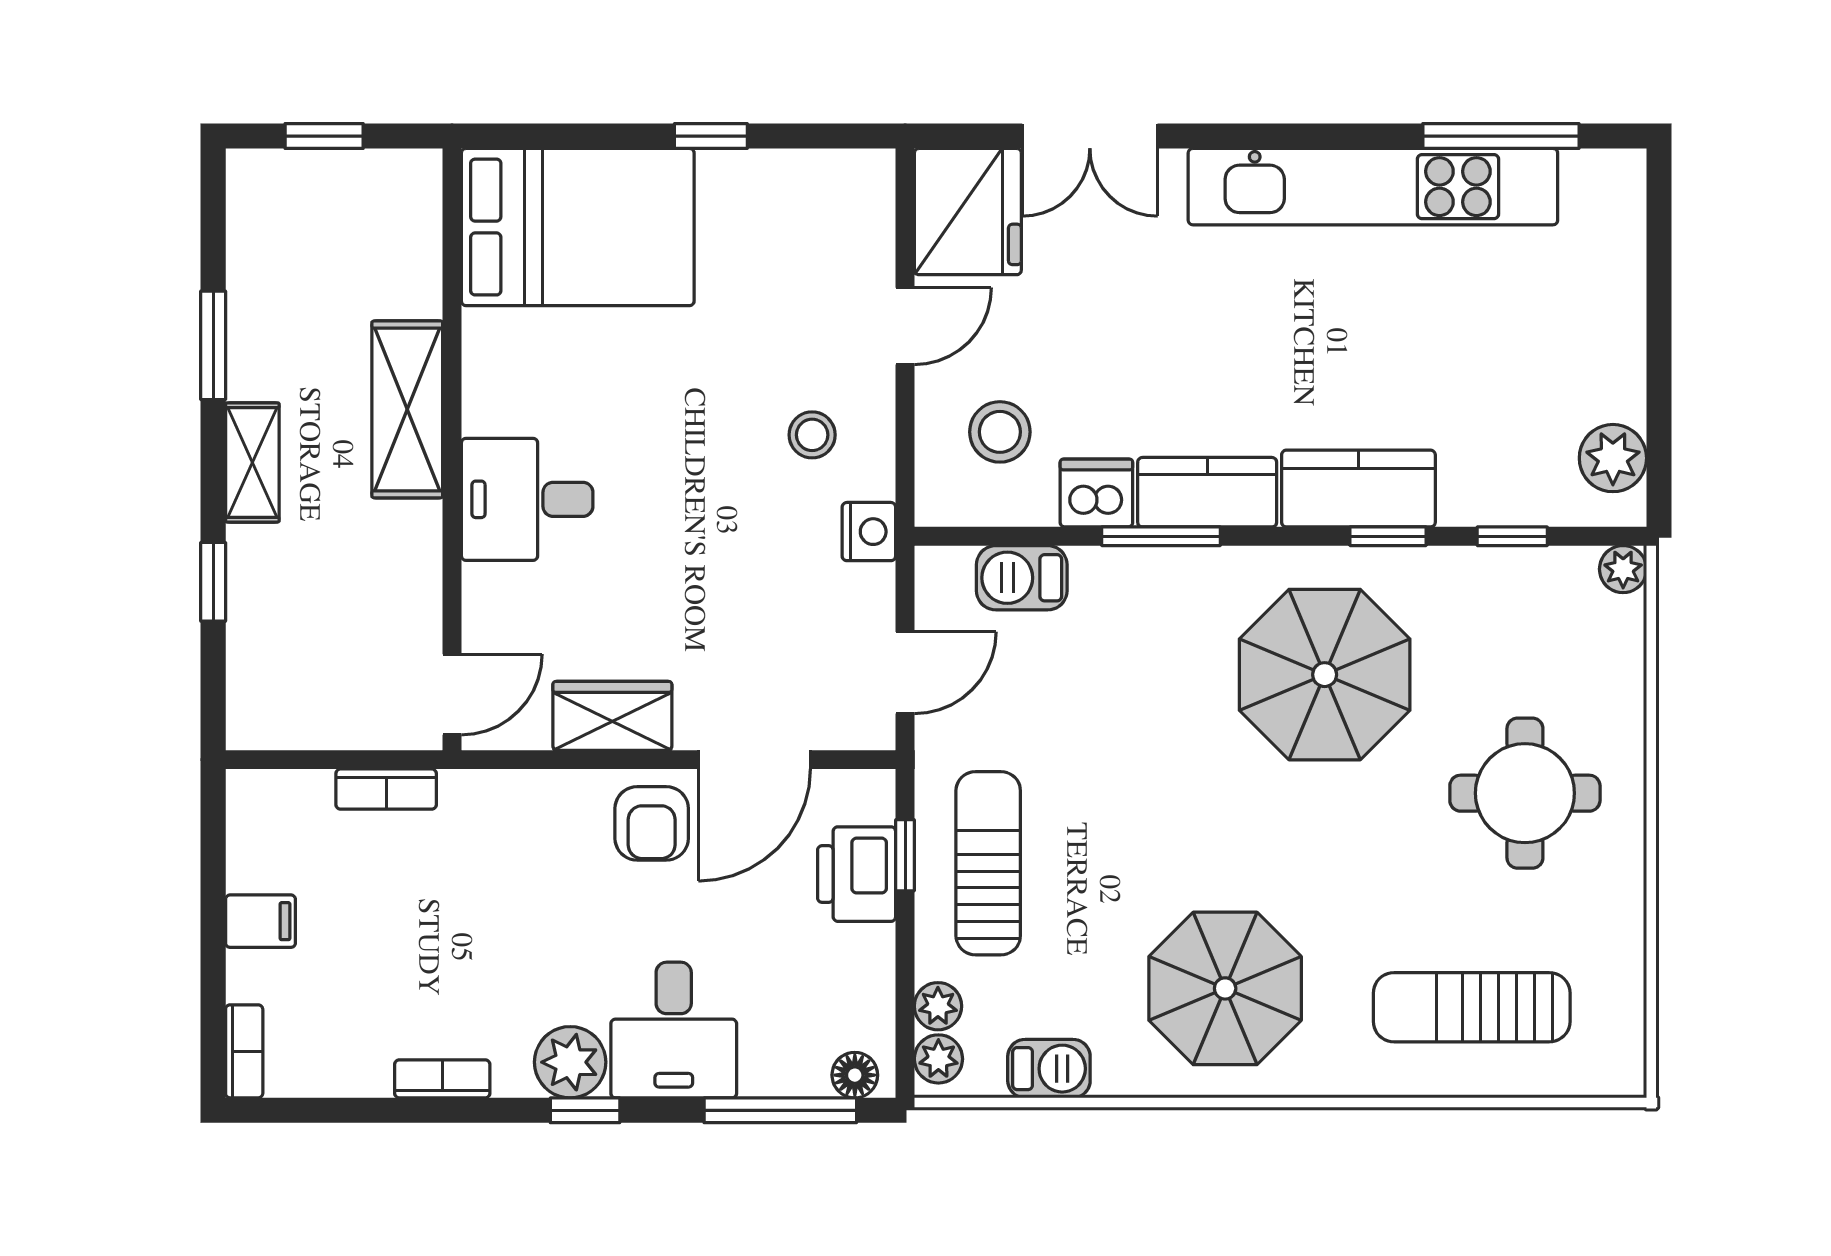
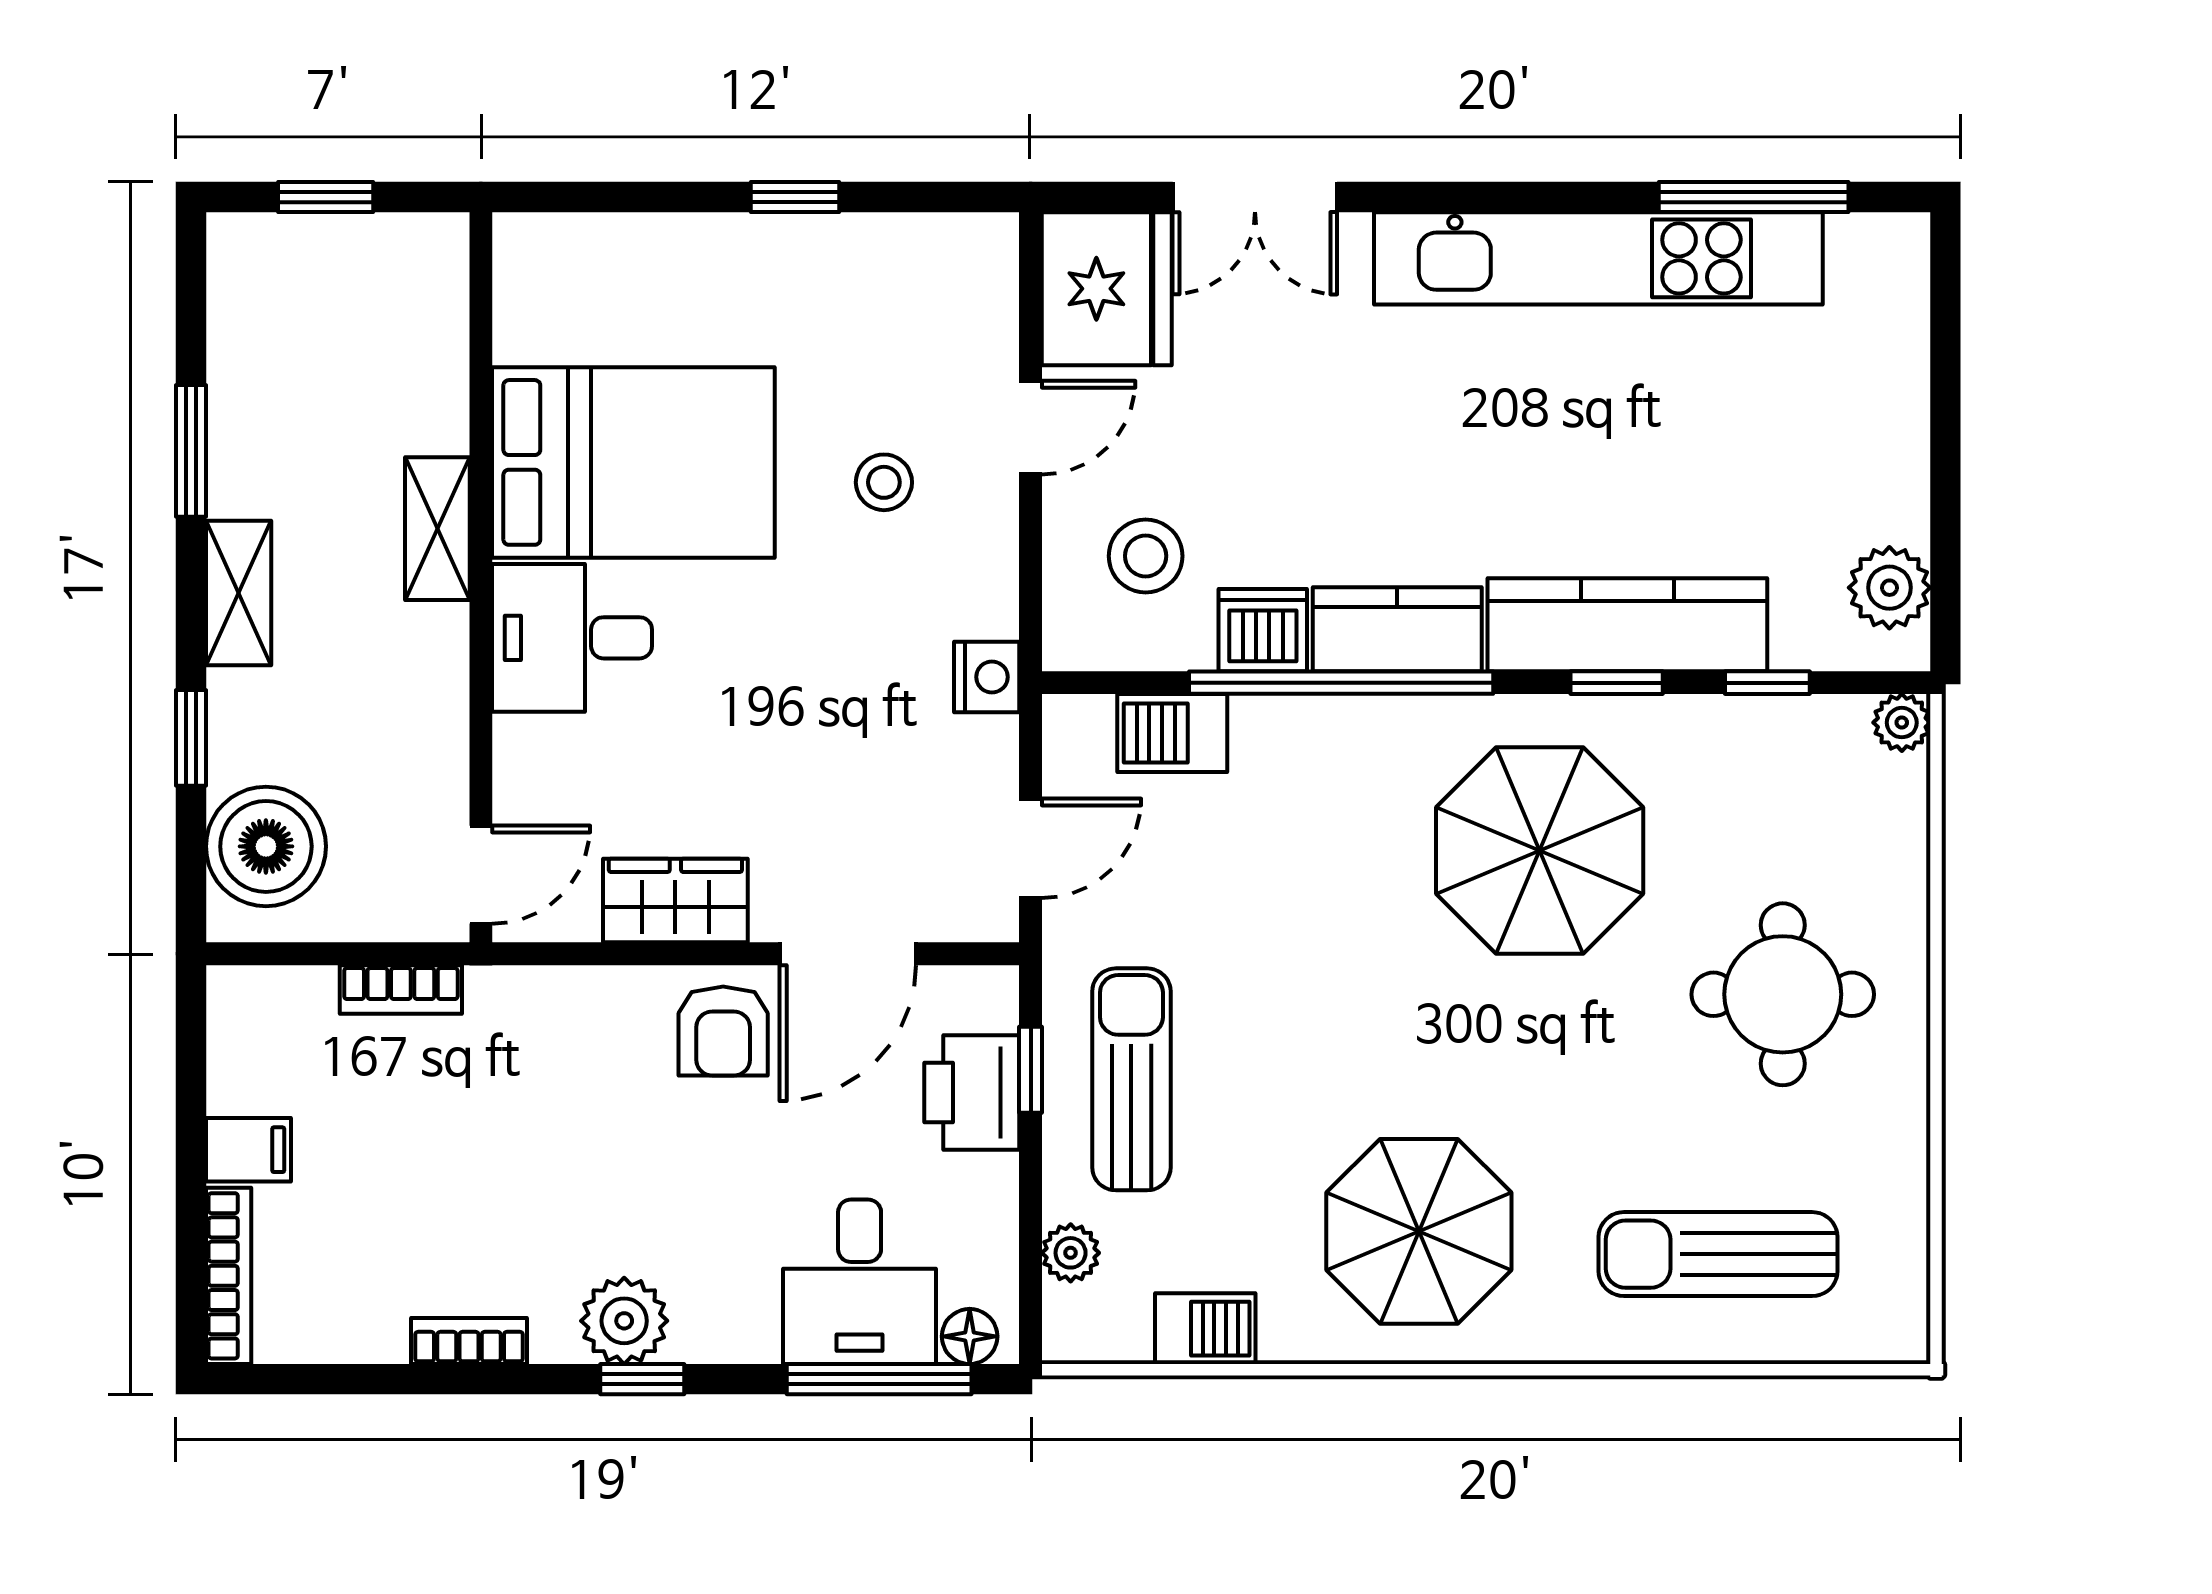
bed: (578, 227) -> (633, 462), moved
shelving: (407, 409) -> (437, 529), width x0.67, depth x0.75
stool: (812, 435) -> (884, 482), moved
kitchen counter: (1358, 489) -> (1627, 625), width x1.50
window: (1161, 536) -> (1341, 683), width x2.11
boiler: (275, 671) -> (266, 846), added
desk: (674, 1030) -> (860, 1282), moved
bookcase: (244, 1051) -> (229, 1276), width x1.56
plant: (938, 1059) -> (1071, 1317), removed

